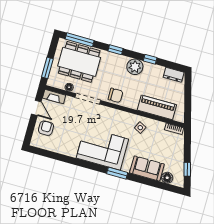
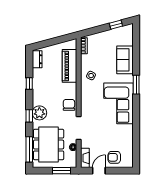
plant: (135, 67) -> (39, 113), moved
floor lamp: (167, 178) -> (128, 40), removed

